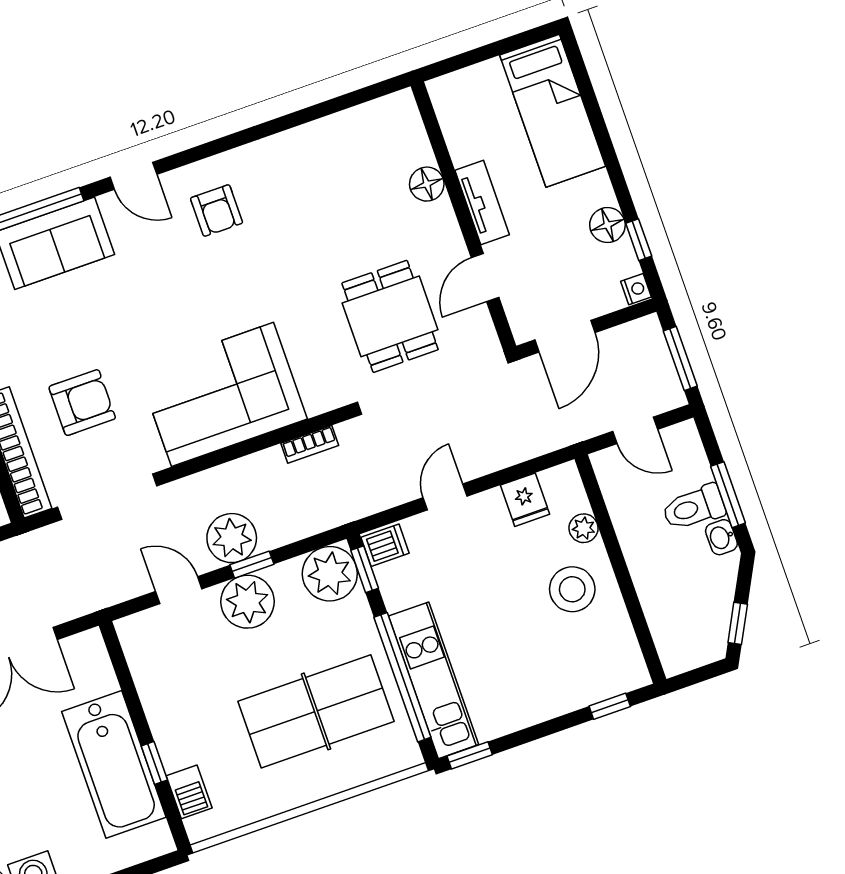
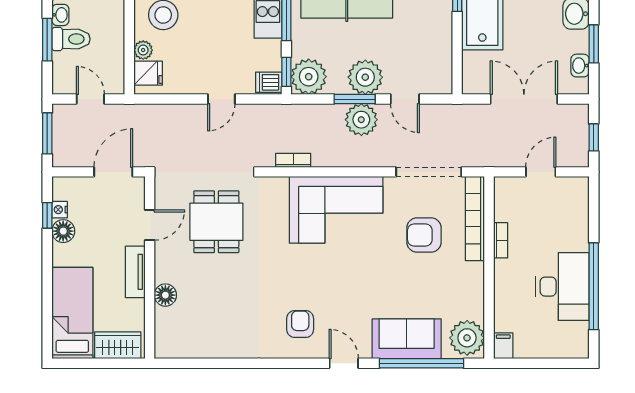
wardrobe: (470, 87) -> (118, 345), added
nightstand: (636, 289) -> (60, 210), moved
fridge: (525, 500) -> (148, 73), moved, turned 90
window: (252, 565) -> (355, 99), width x1.50

